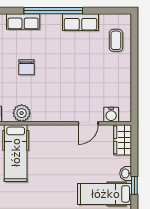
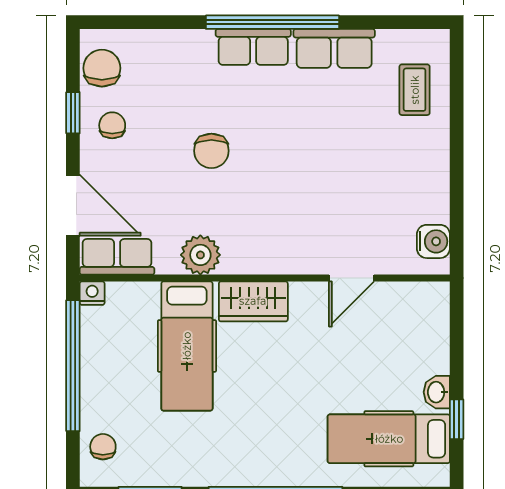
row of seats: (23, 21) -> (253, 47), moved
water cooler: (111, 114) -> (433, 241), moved, turned -90
wardrobe: (123, 140) -> (253, 301), moved, turned -90

